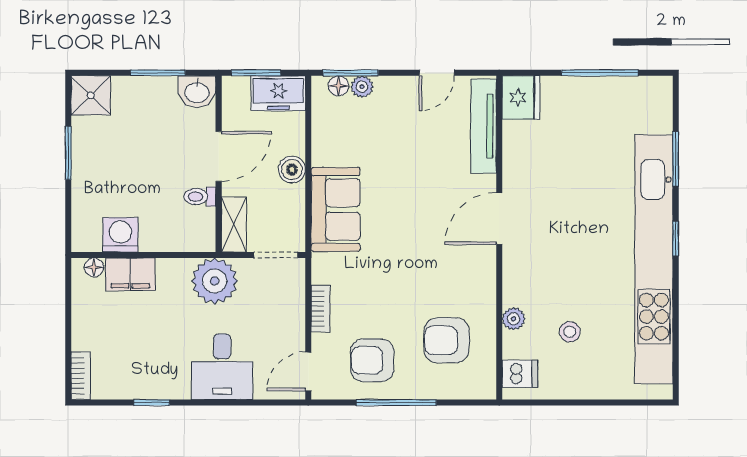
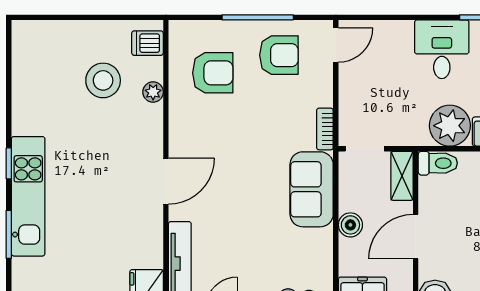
toilet: (200, 197) -> (438, 163), moved, width x1.37, depth x1.39
kitchen unit: (654, 259) -> (28, 196), width x0.54
plant: (215, 281) -> (450, 126), moved
bookcase: (321, 308) -> (325, 129), moved
stool: (570, 332) -> (103, 80), width x1.89, depth x1.89
desk: (222, 367) -> (442, 49), moved

